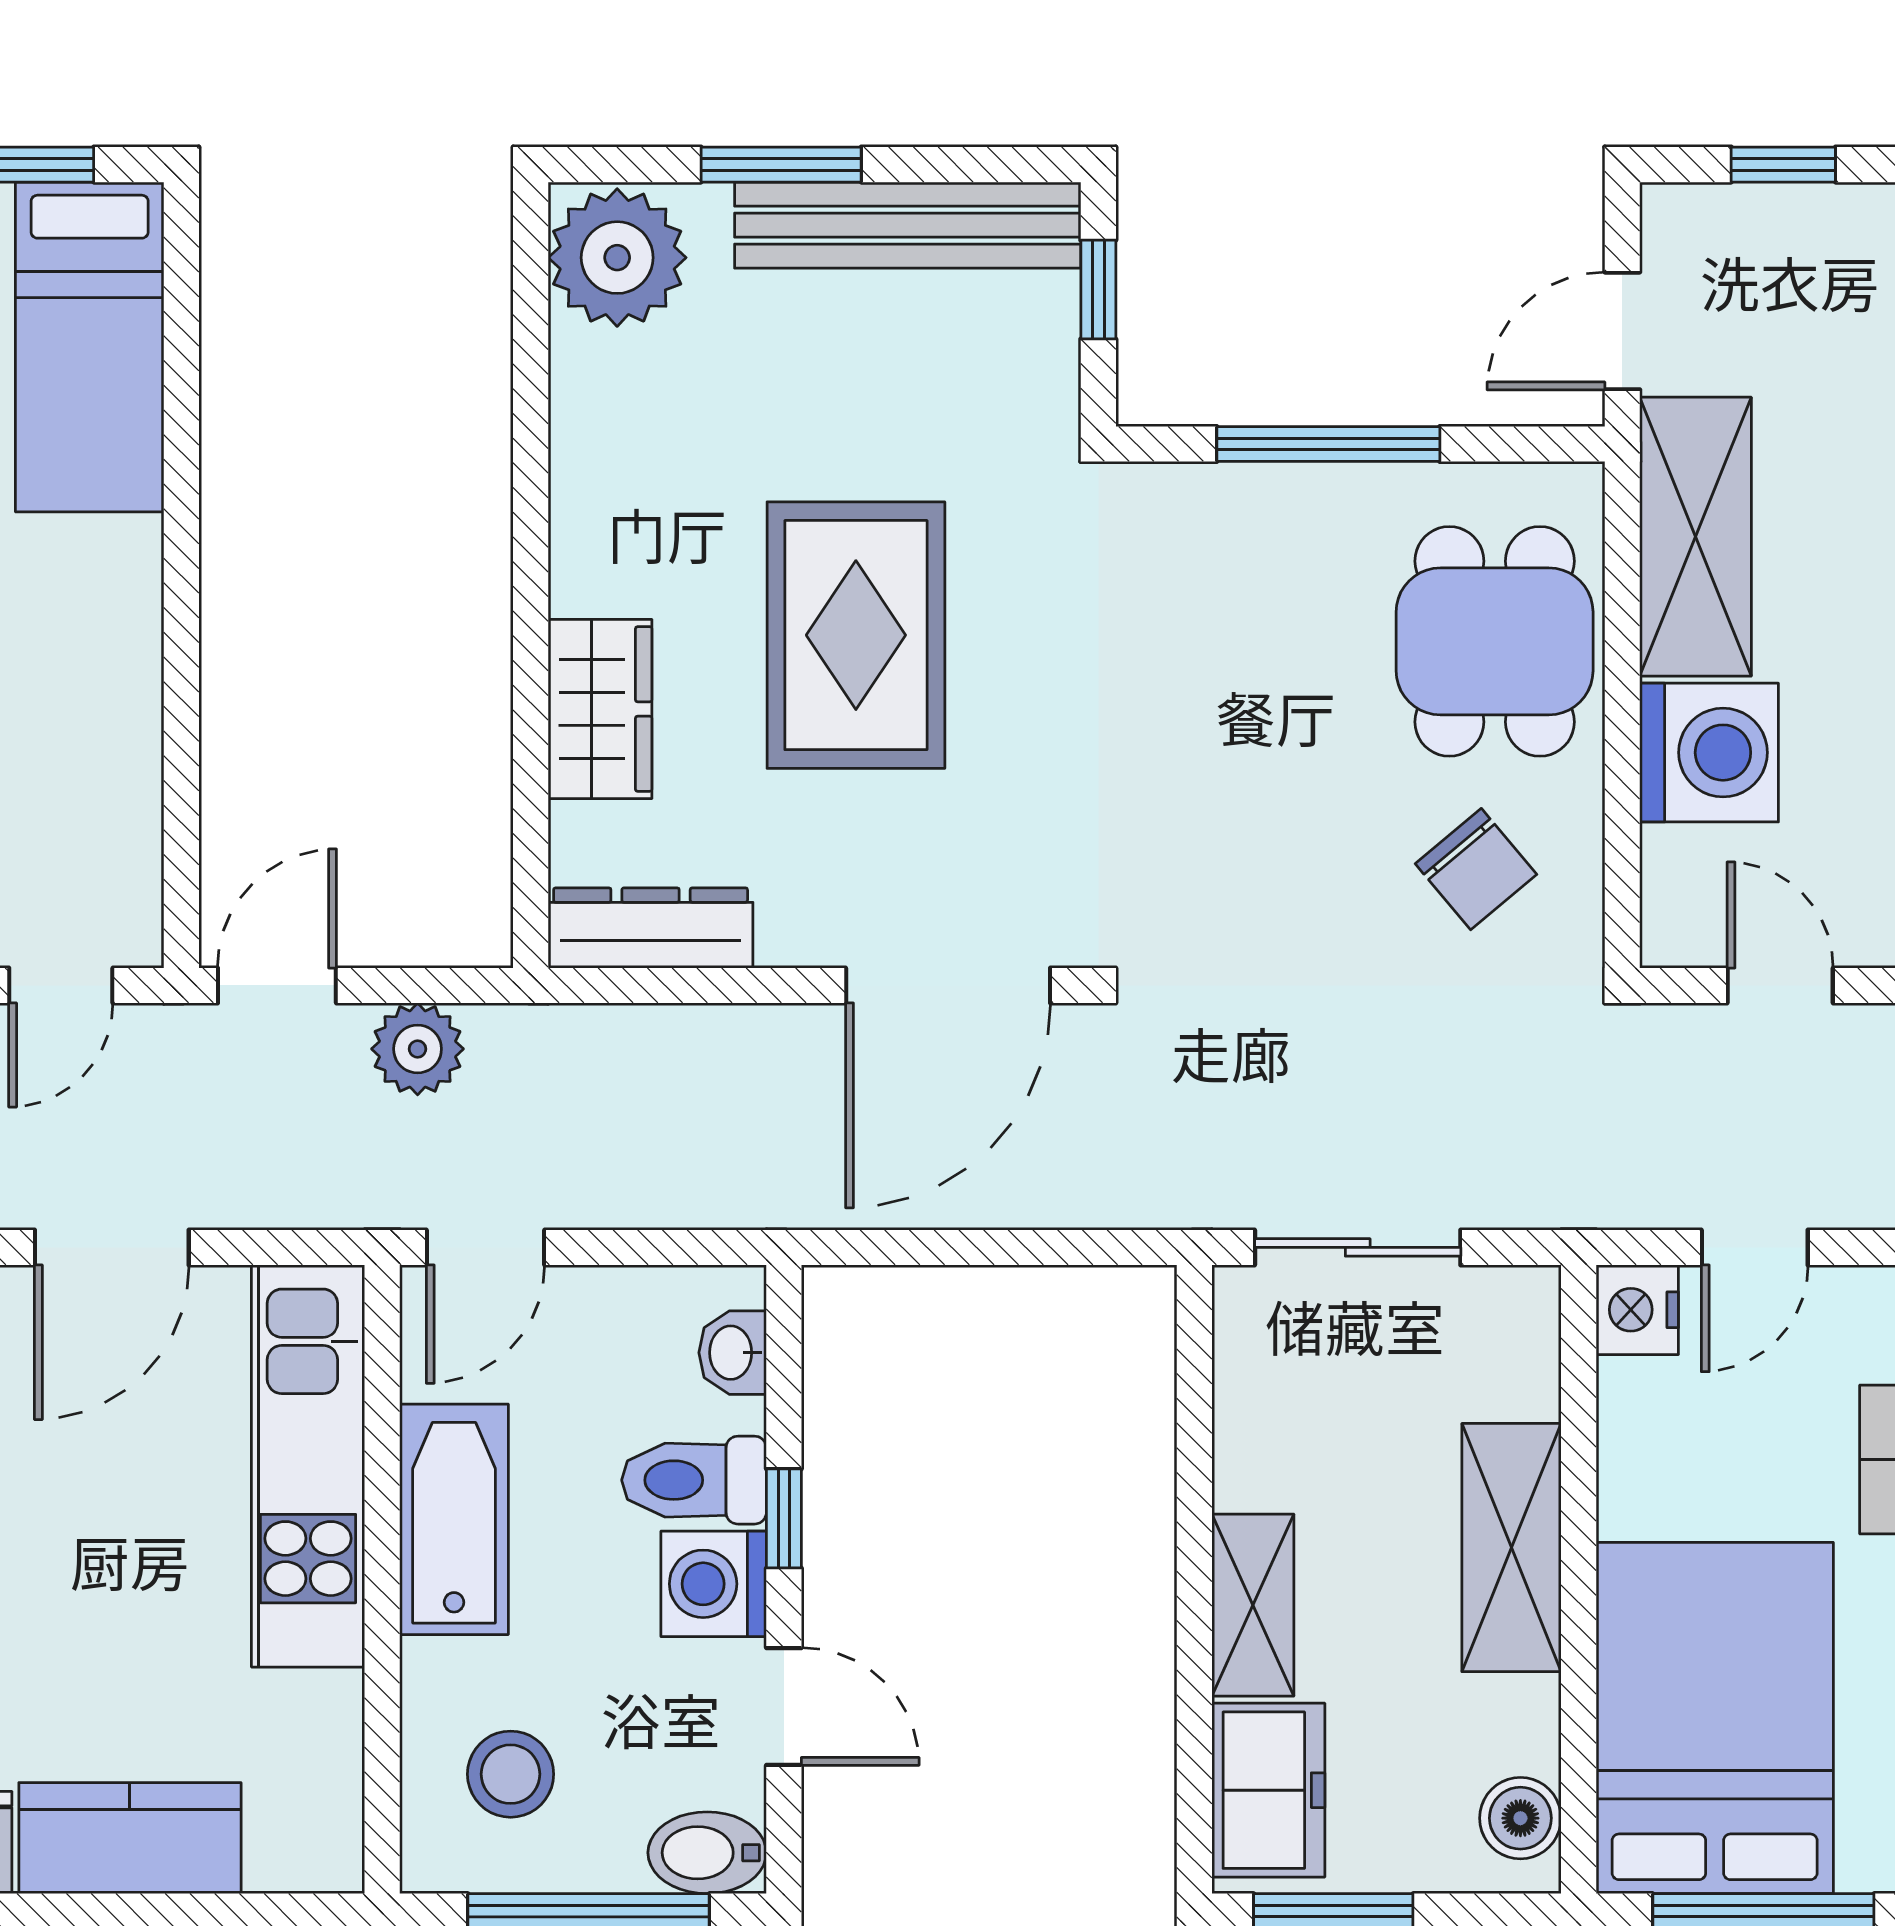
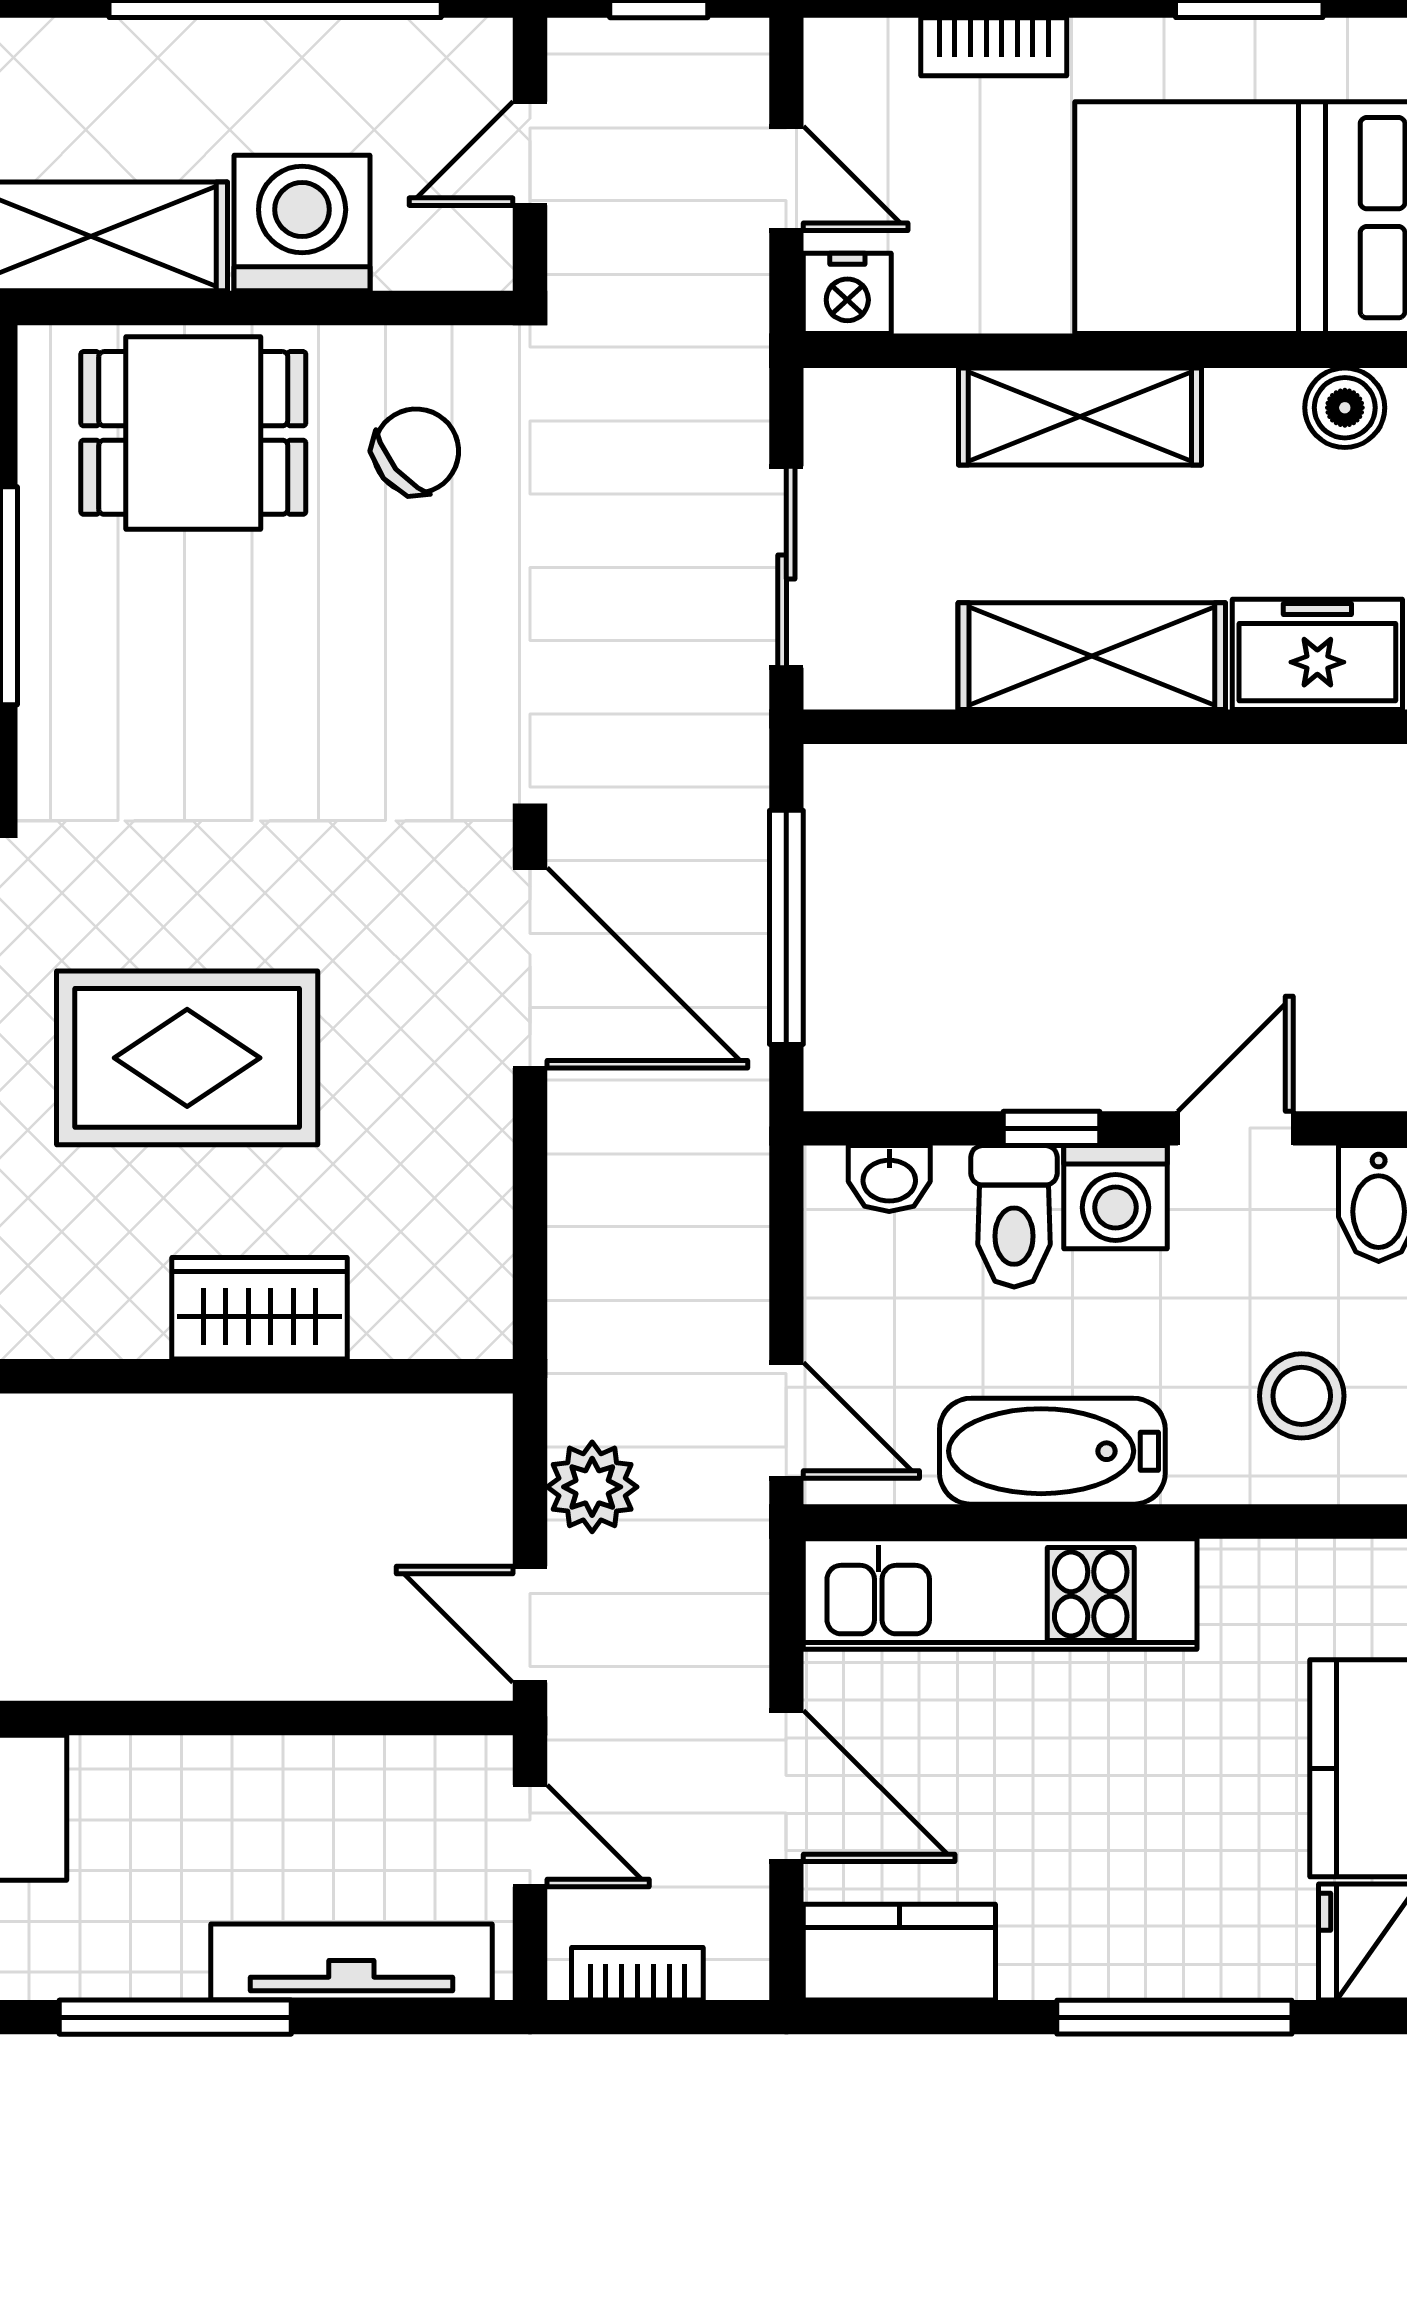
dresser: (651, 928) -> (474, 1259), removed
window: (989, 1247) -> (786, 927), added
shelving: (1253, 1605) -> (1092, 656), width x1.50, depth x1.33

